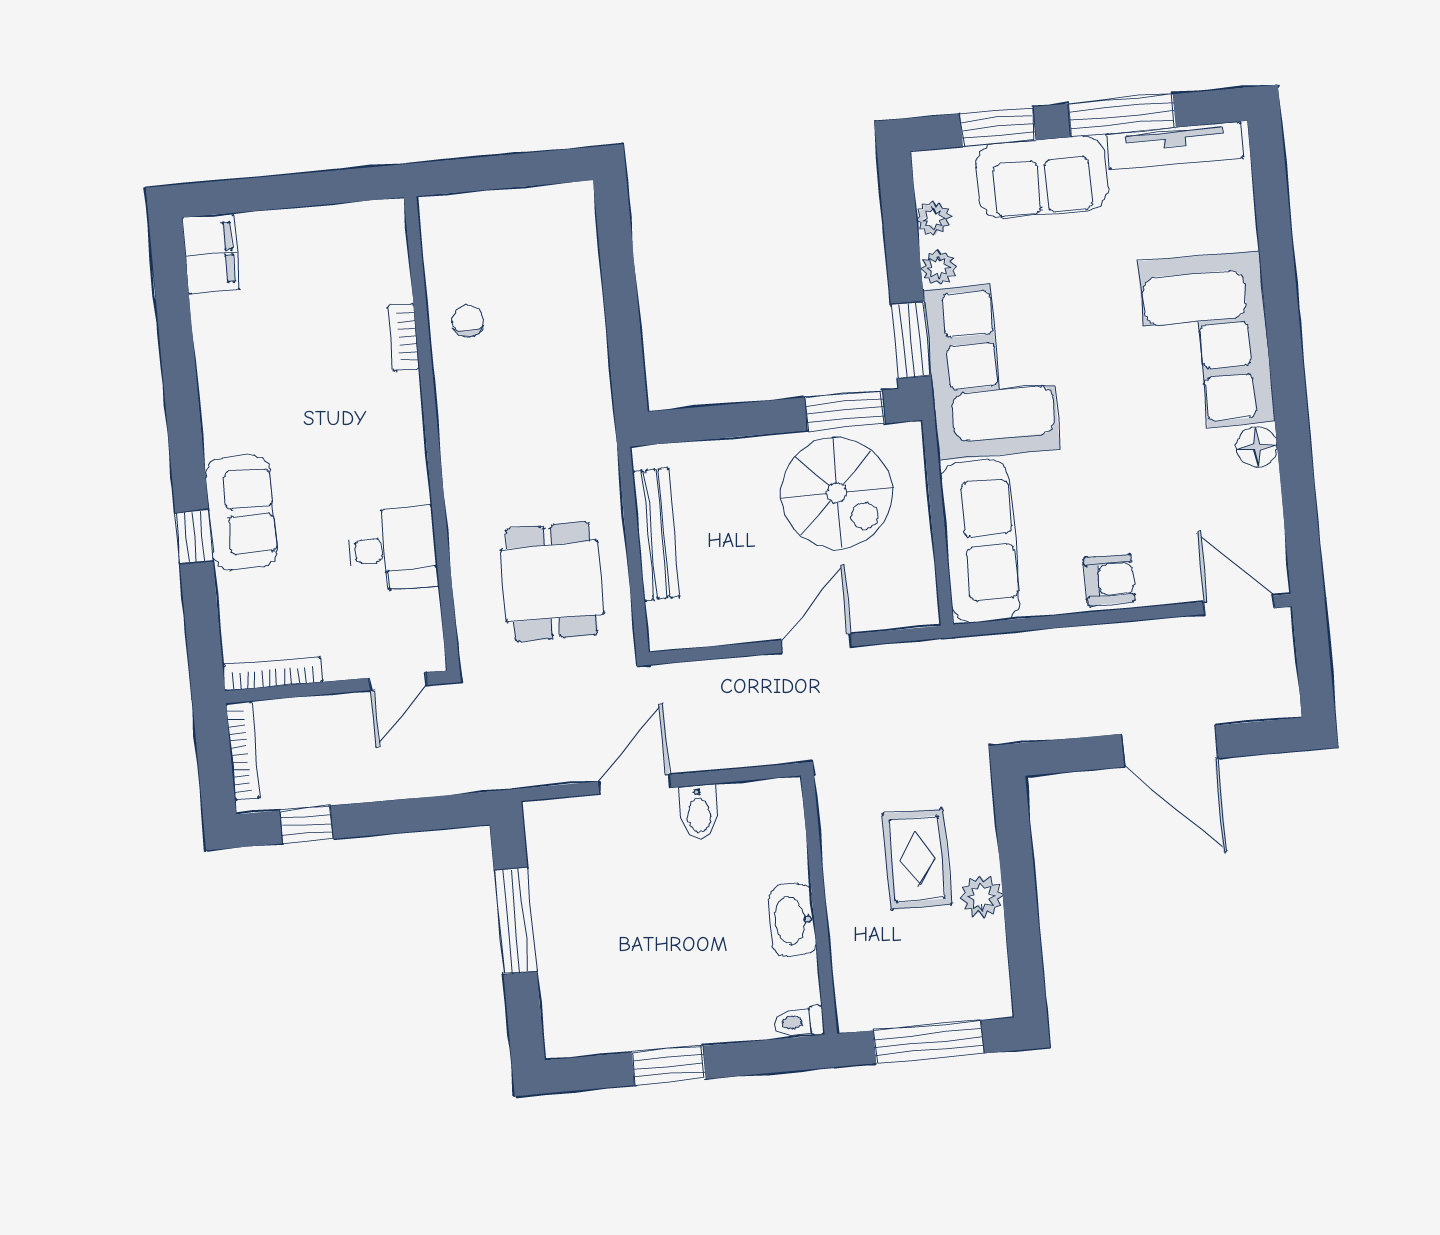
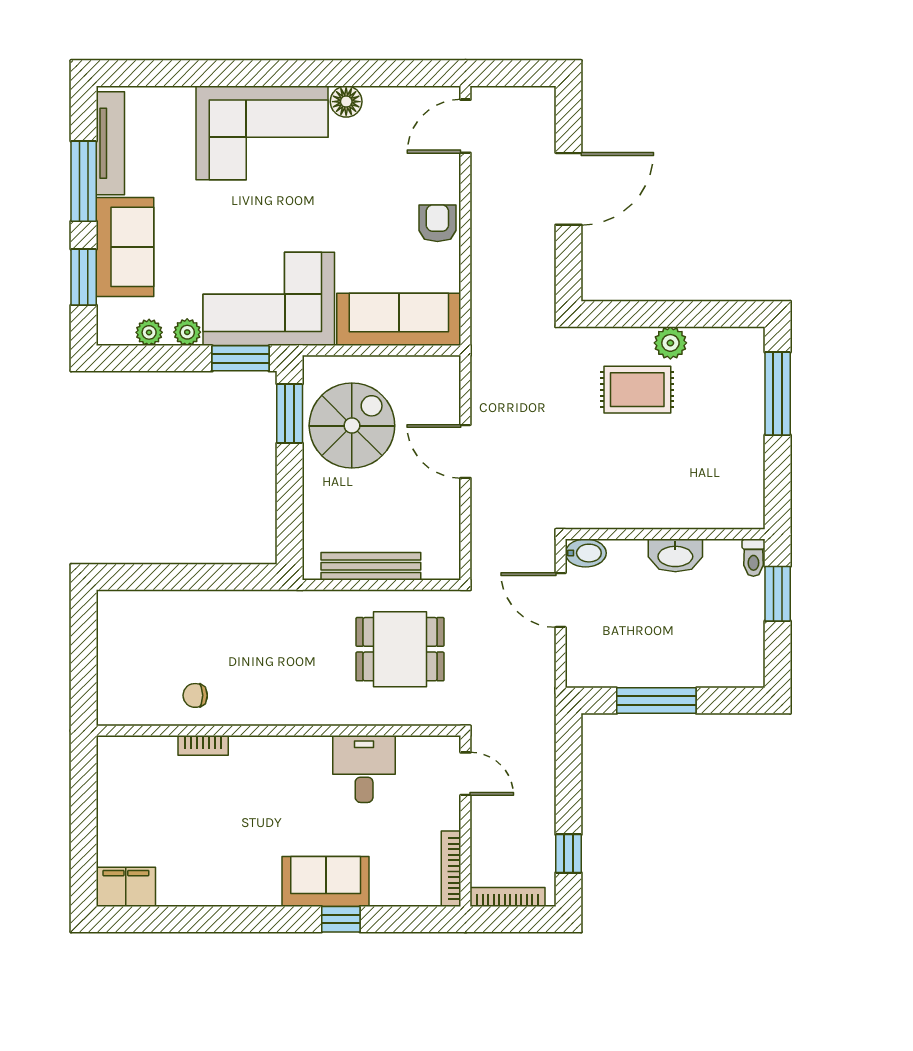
wall: (819, 905) -> (665, 534), moved
washbasin: (793, 920) -> (675, 555), moved
toilet: (799, 1022) -> (753, 558), moved

